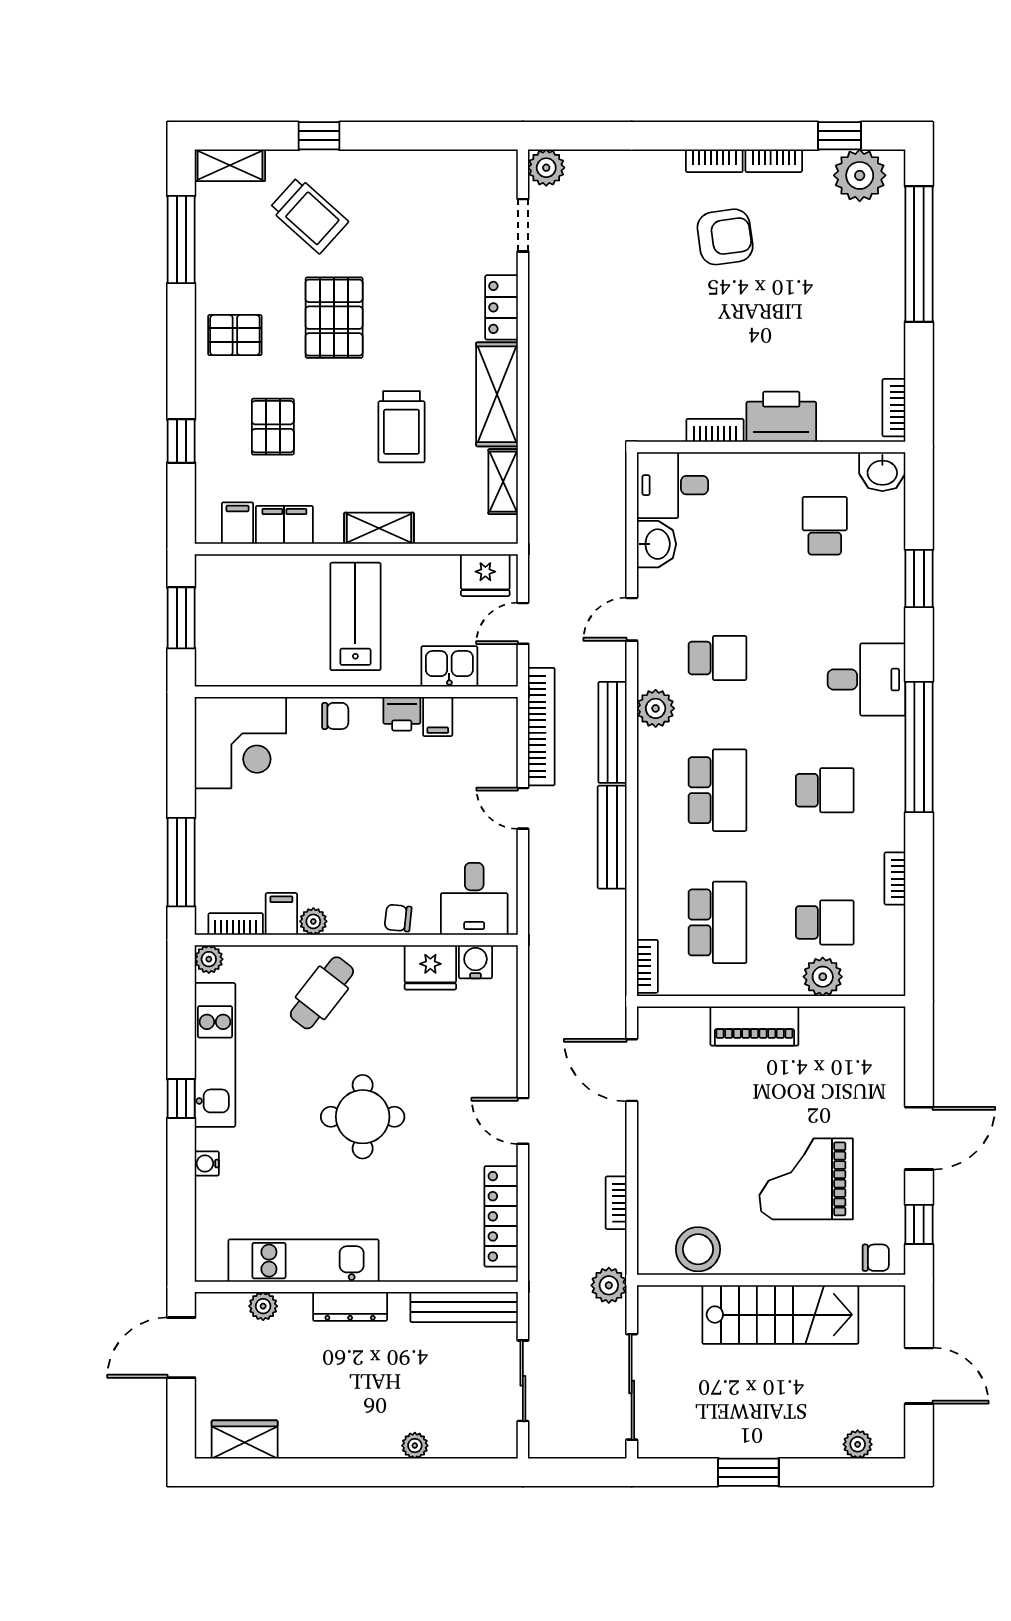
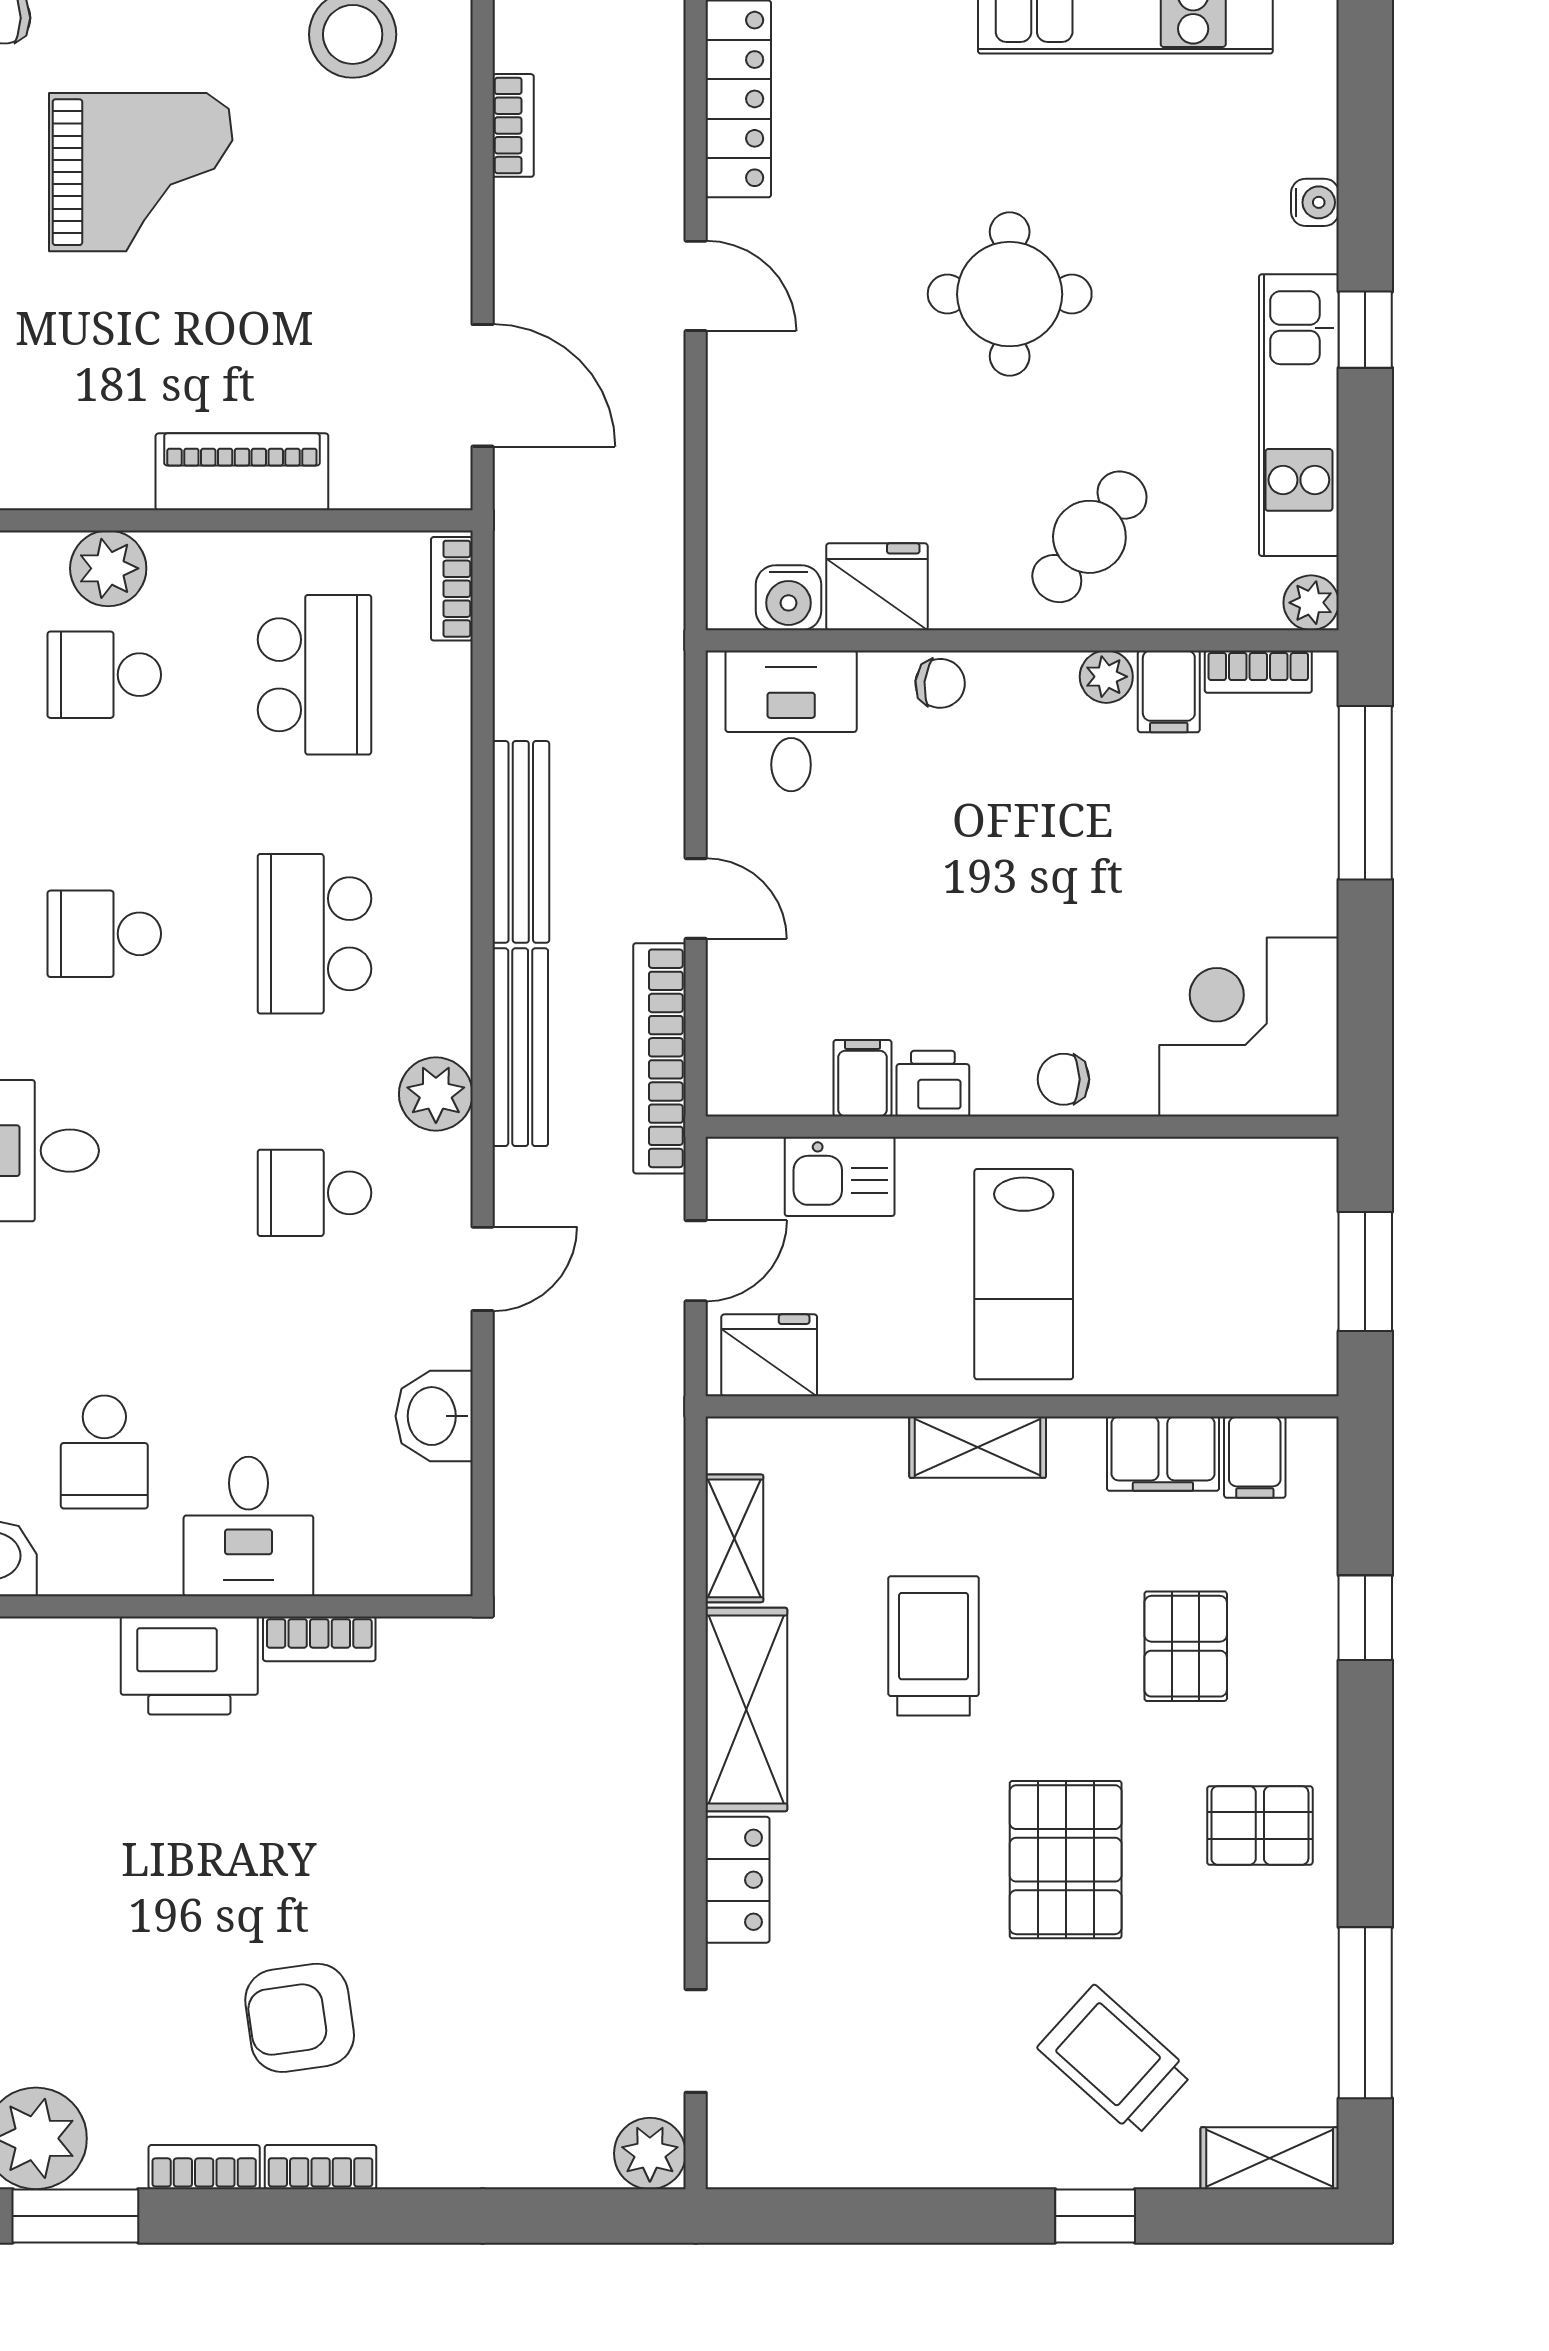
window: (839, 136) -> (75, 2216), width x1.50
desk: (672, 485) -> (248, 1526), moved, turned 90
school desk: (717, 922) -> (314, 675), turned 180

